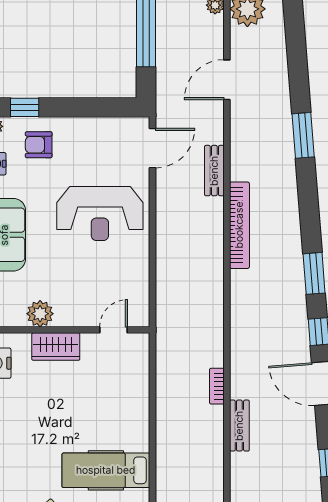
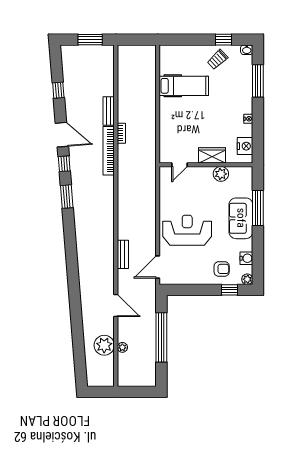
door: (227, 80) -> (116, 305), hinge flipped
window: (303, 135) -> (73, 274), removed
bookcase: (239, 225) -> (109, 151), moved

